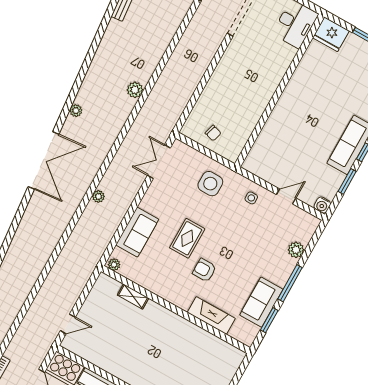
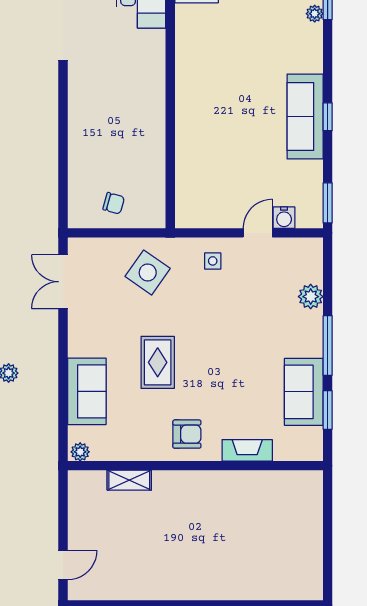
window: (347, 181) -> (328, 203), moved
side table: (210, 184) -> (148, 272), turned 35
water cooler: (322, 205) -> (284, 218), moved
armchair: (204, 270) -> (187, 434), moved, turned 180
fireplace: (211, 315) -> (247, 450), width x0.73, depth x0.76

